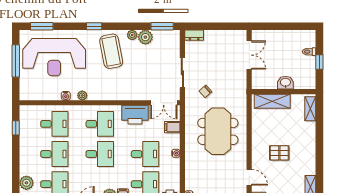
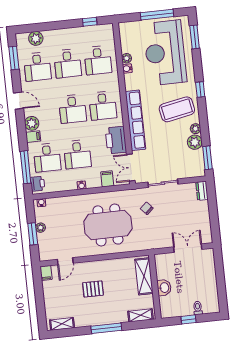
double door: (249, 55) -> (188, 248), swing flipped
row of seats: (118, 93) -> (135, 120), added
plant: (82, 95) -> (127, 58), moved
window: (319, 144) -> (106, 328), added
pallet: (279, 153) -> (93, 289), turned 90

